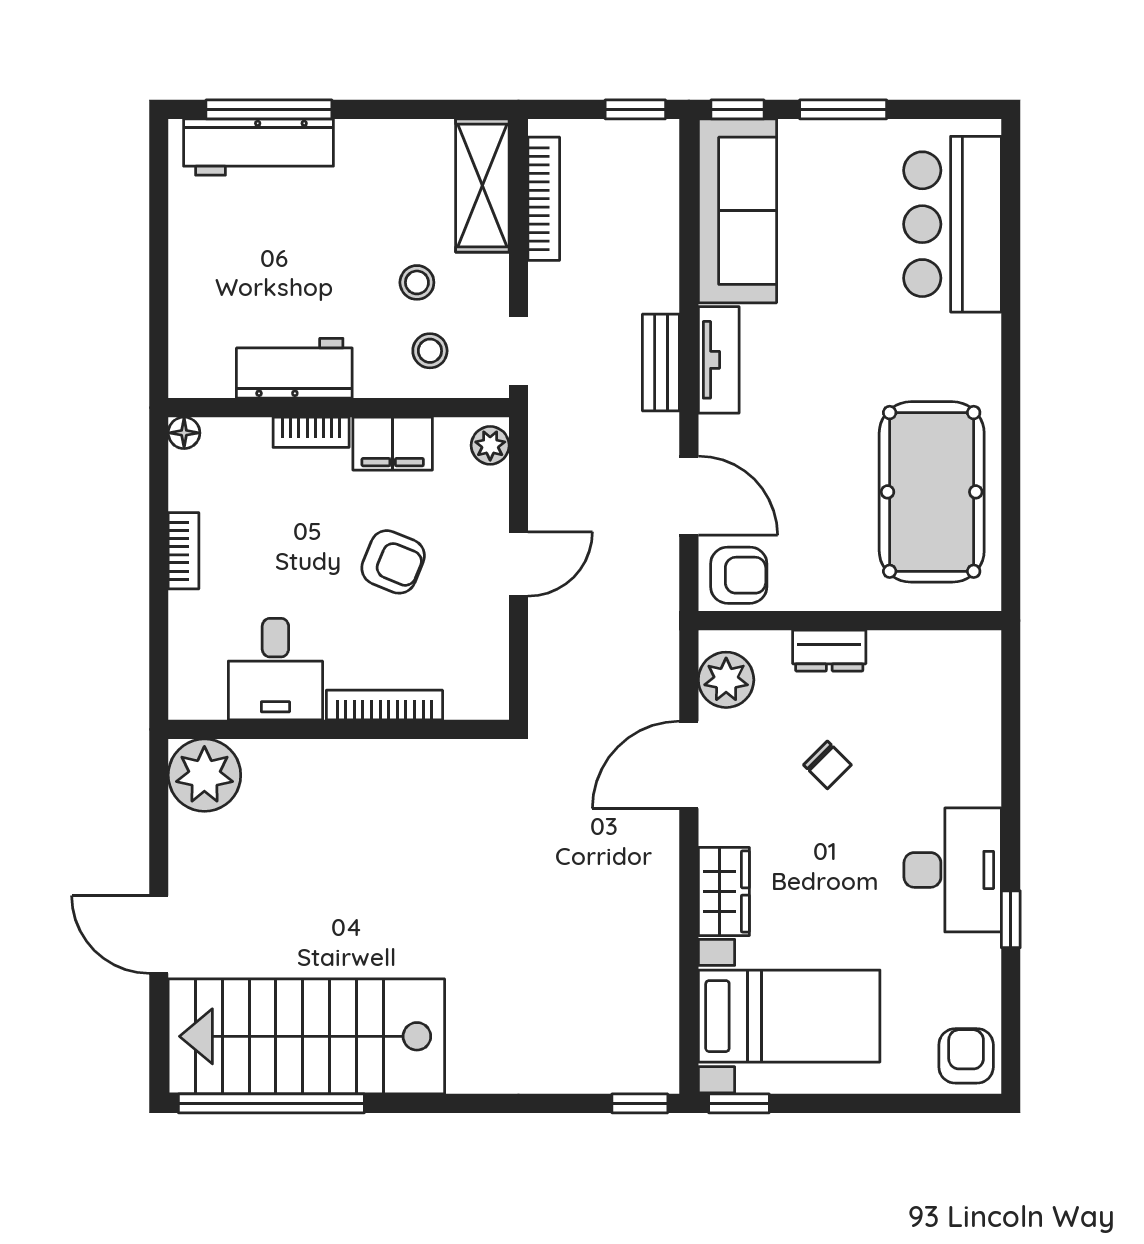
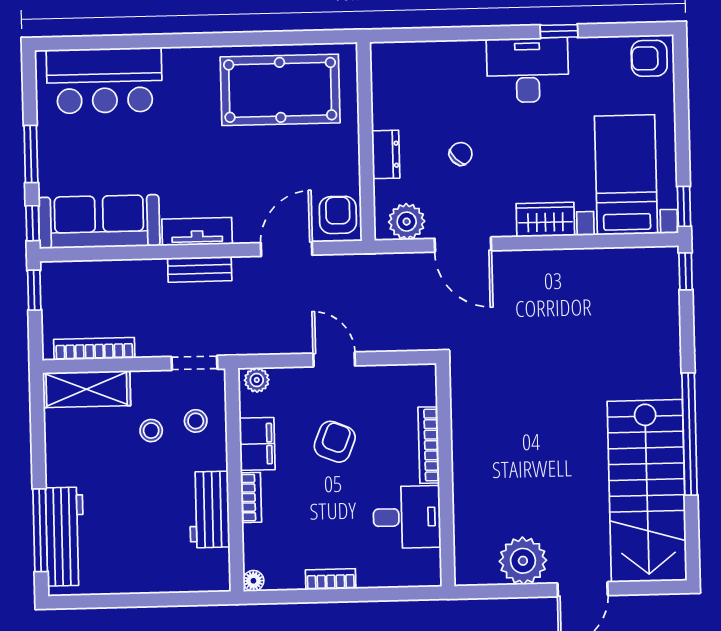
plant: (204, 775) -> (523, 561), moved
window: (271, 1103) -> (690, 434), moved

